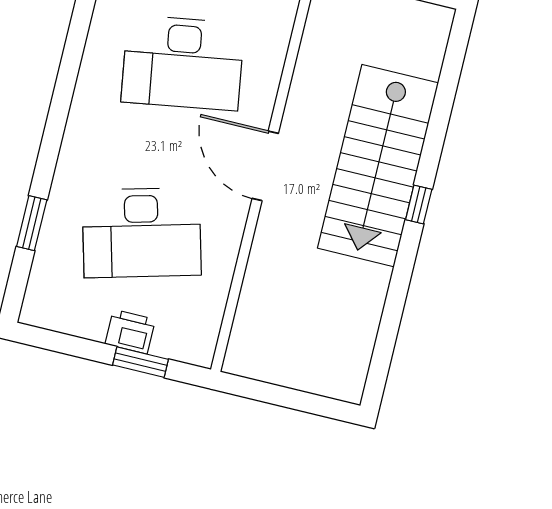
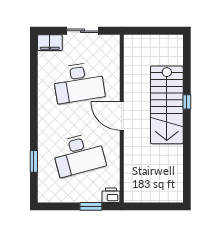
window: (419, 204) -> (187, 102), moved
printer: (130, 332) -> (111, 195), moved

